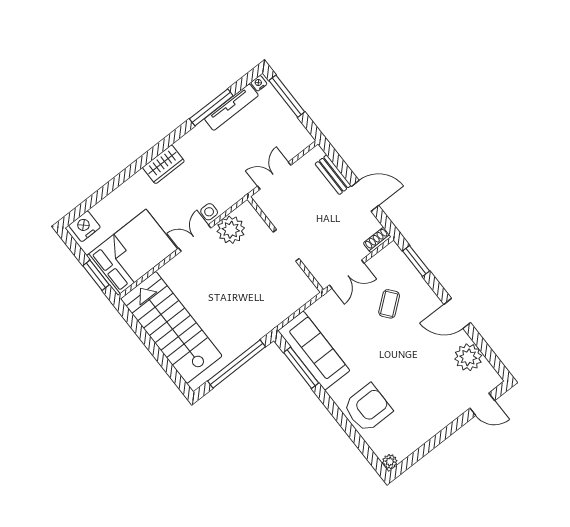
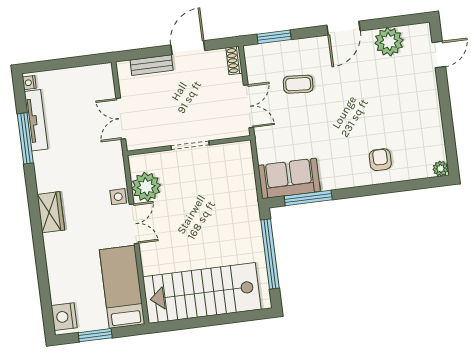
window: (287, 96) -> (56, 64), removed
double door: (195, 238) -> (134, 224), swing flipped
bed: (132, 252) -> (122, 287), width x0.67
window: (96, 275) -> (95, 335), moved
coffee table: (389, 304) -> (298, 84), turned -47
sofa: (314, 351) -> (289, 178), width x0.73
armchair: (368, 408) -> (380, 160), width x0.53, depth x0.53

